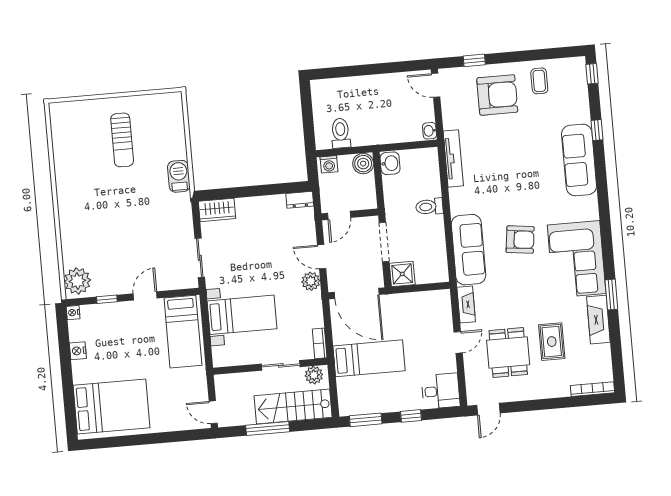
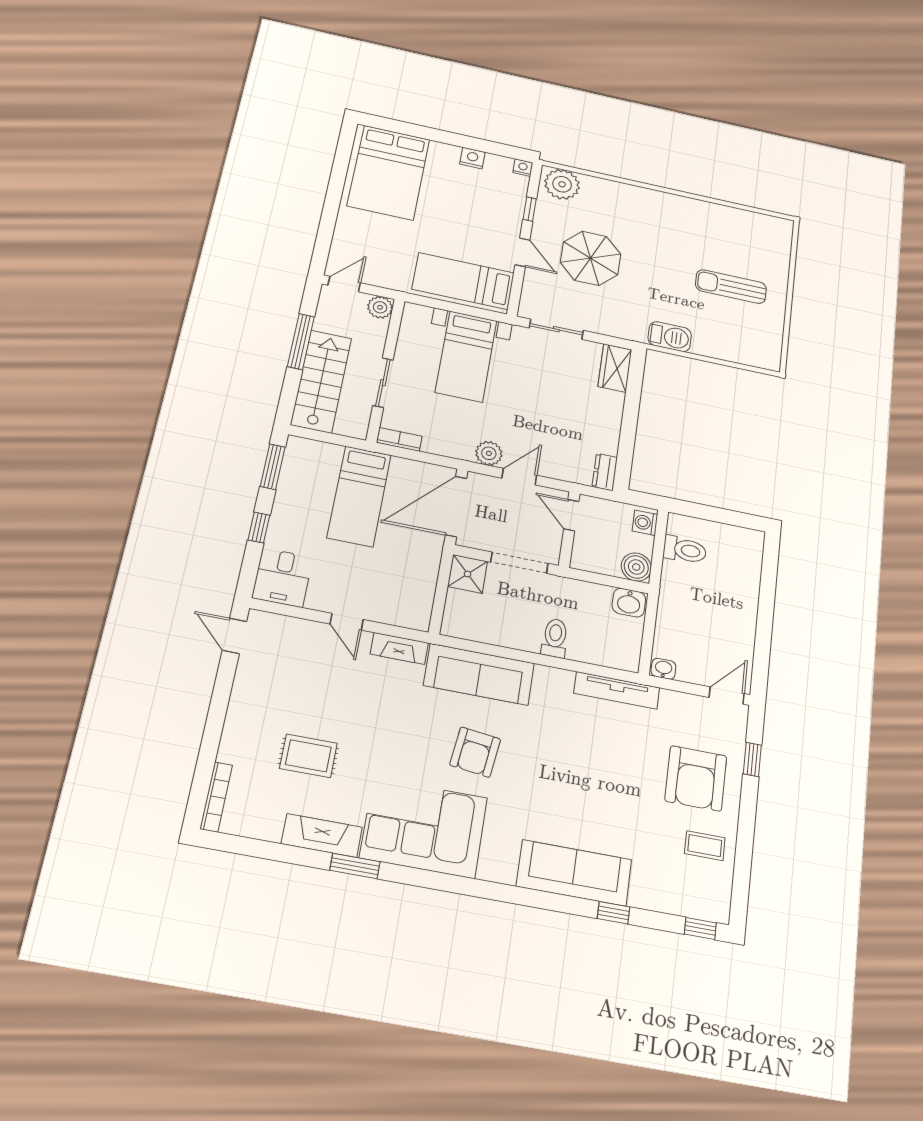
parasol: (133, 246) -> (591, 258), added
dining table: (508, 353) -> (311, 688), removed
plant: (314, 375) -> (380, 307), moved

